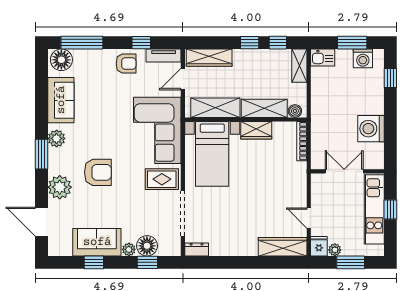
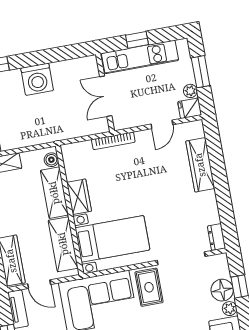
washing machine: (371, 129) -> (37, 79), moved
bookcase: (302, 141) -> (113, 141), moved
wardrobe: (283, 247) -> (200, 165), moved

